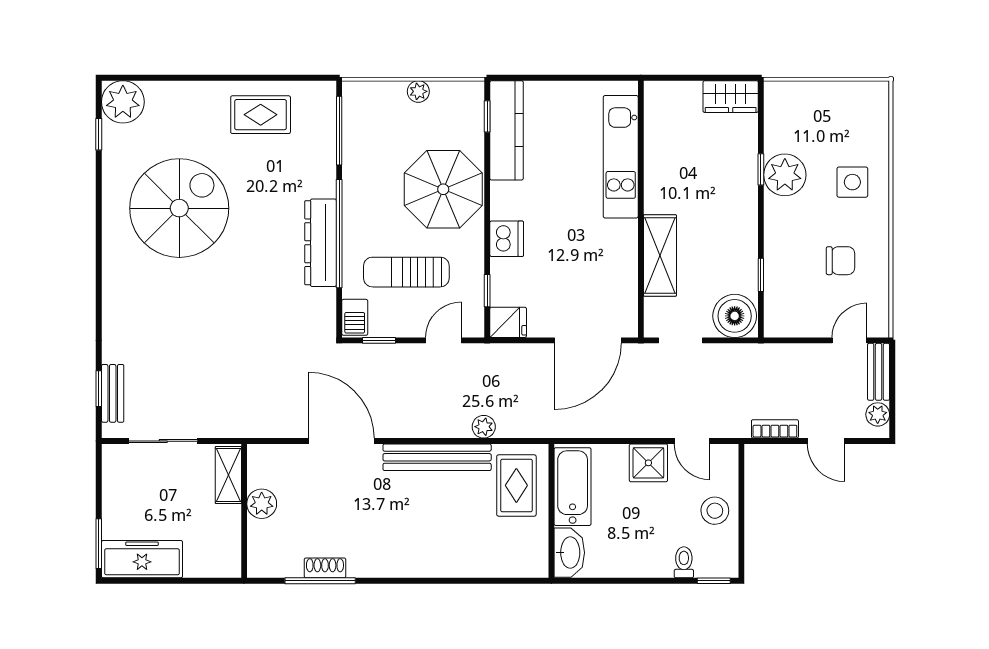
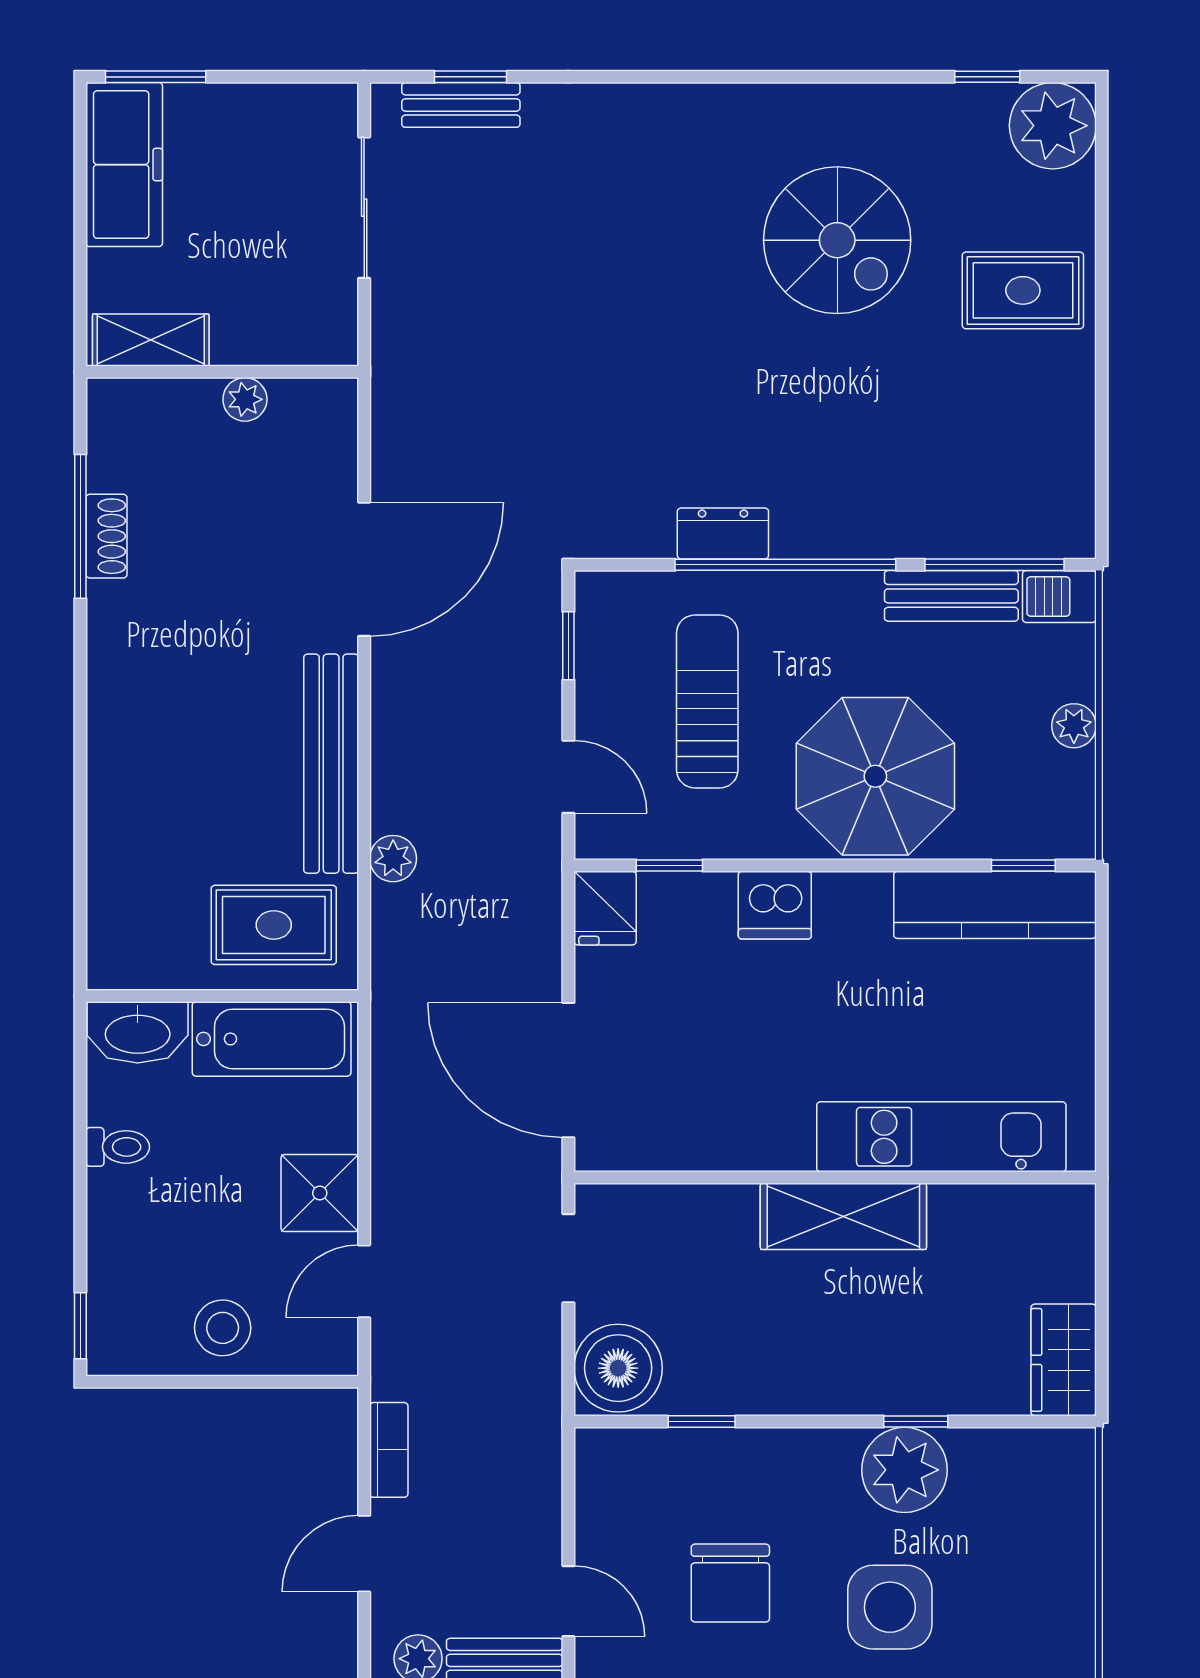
rug: (261, 115) -> (1023, 290), moved, turned 90
bench: (354, 152) -> (951, 596), added
side table: (852, 182) -> (890, 1607), width x1.37, depth x1.37
spiral stairs: (179, 208) -> (837, 240), width x0.73, depth x0.73
dresser: (321, 243) -> (723, 533), width x0.51, depth x0.80
shelving: (660, 255) -> (843, 1216), moved
chair: (840, 261) -> (730, 1583), width x1.37, depth x1.37
barbecue: (355, 317) -> (1059, 596), moved
shelving: (228, 475) -> (151, 340), moved
plant: (262, 504) -> (245, 399), width x0.73, depth x0.73
toilet: (684, 562) -> (118, 1147), moved

